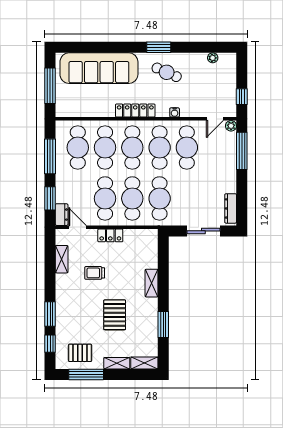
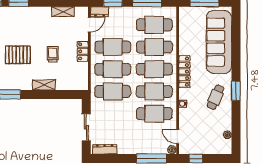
trolley: (95, 273) -> (53, 54), moved

